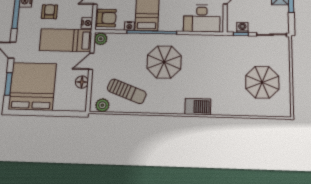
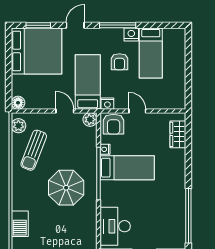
armchair: (49, 12) -> (119, 62), turned 90
floor lamp: (82, 82) -> (18, 103), moved

